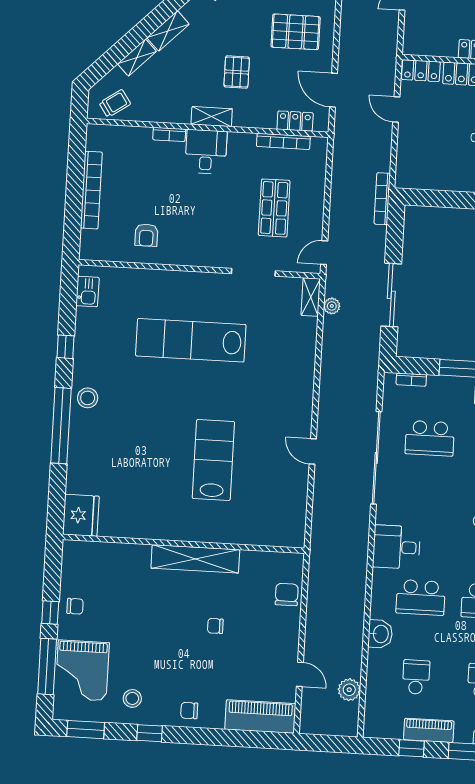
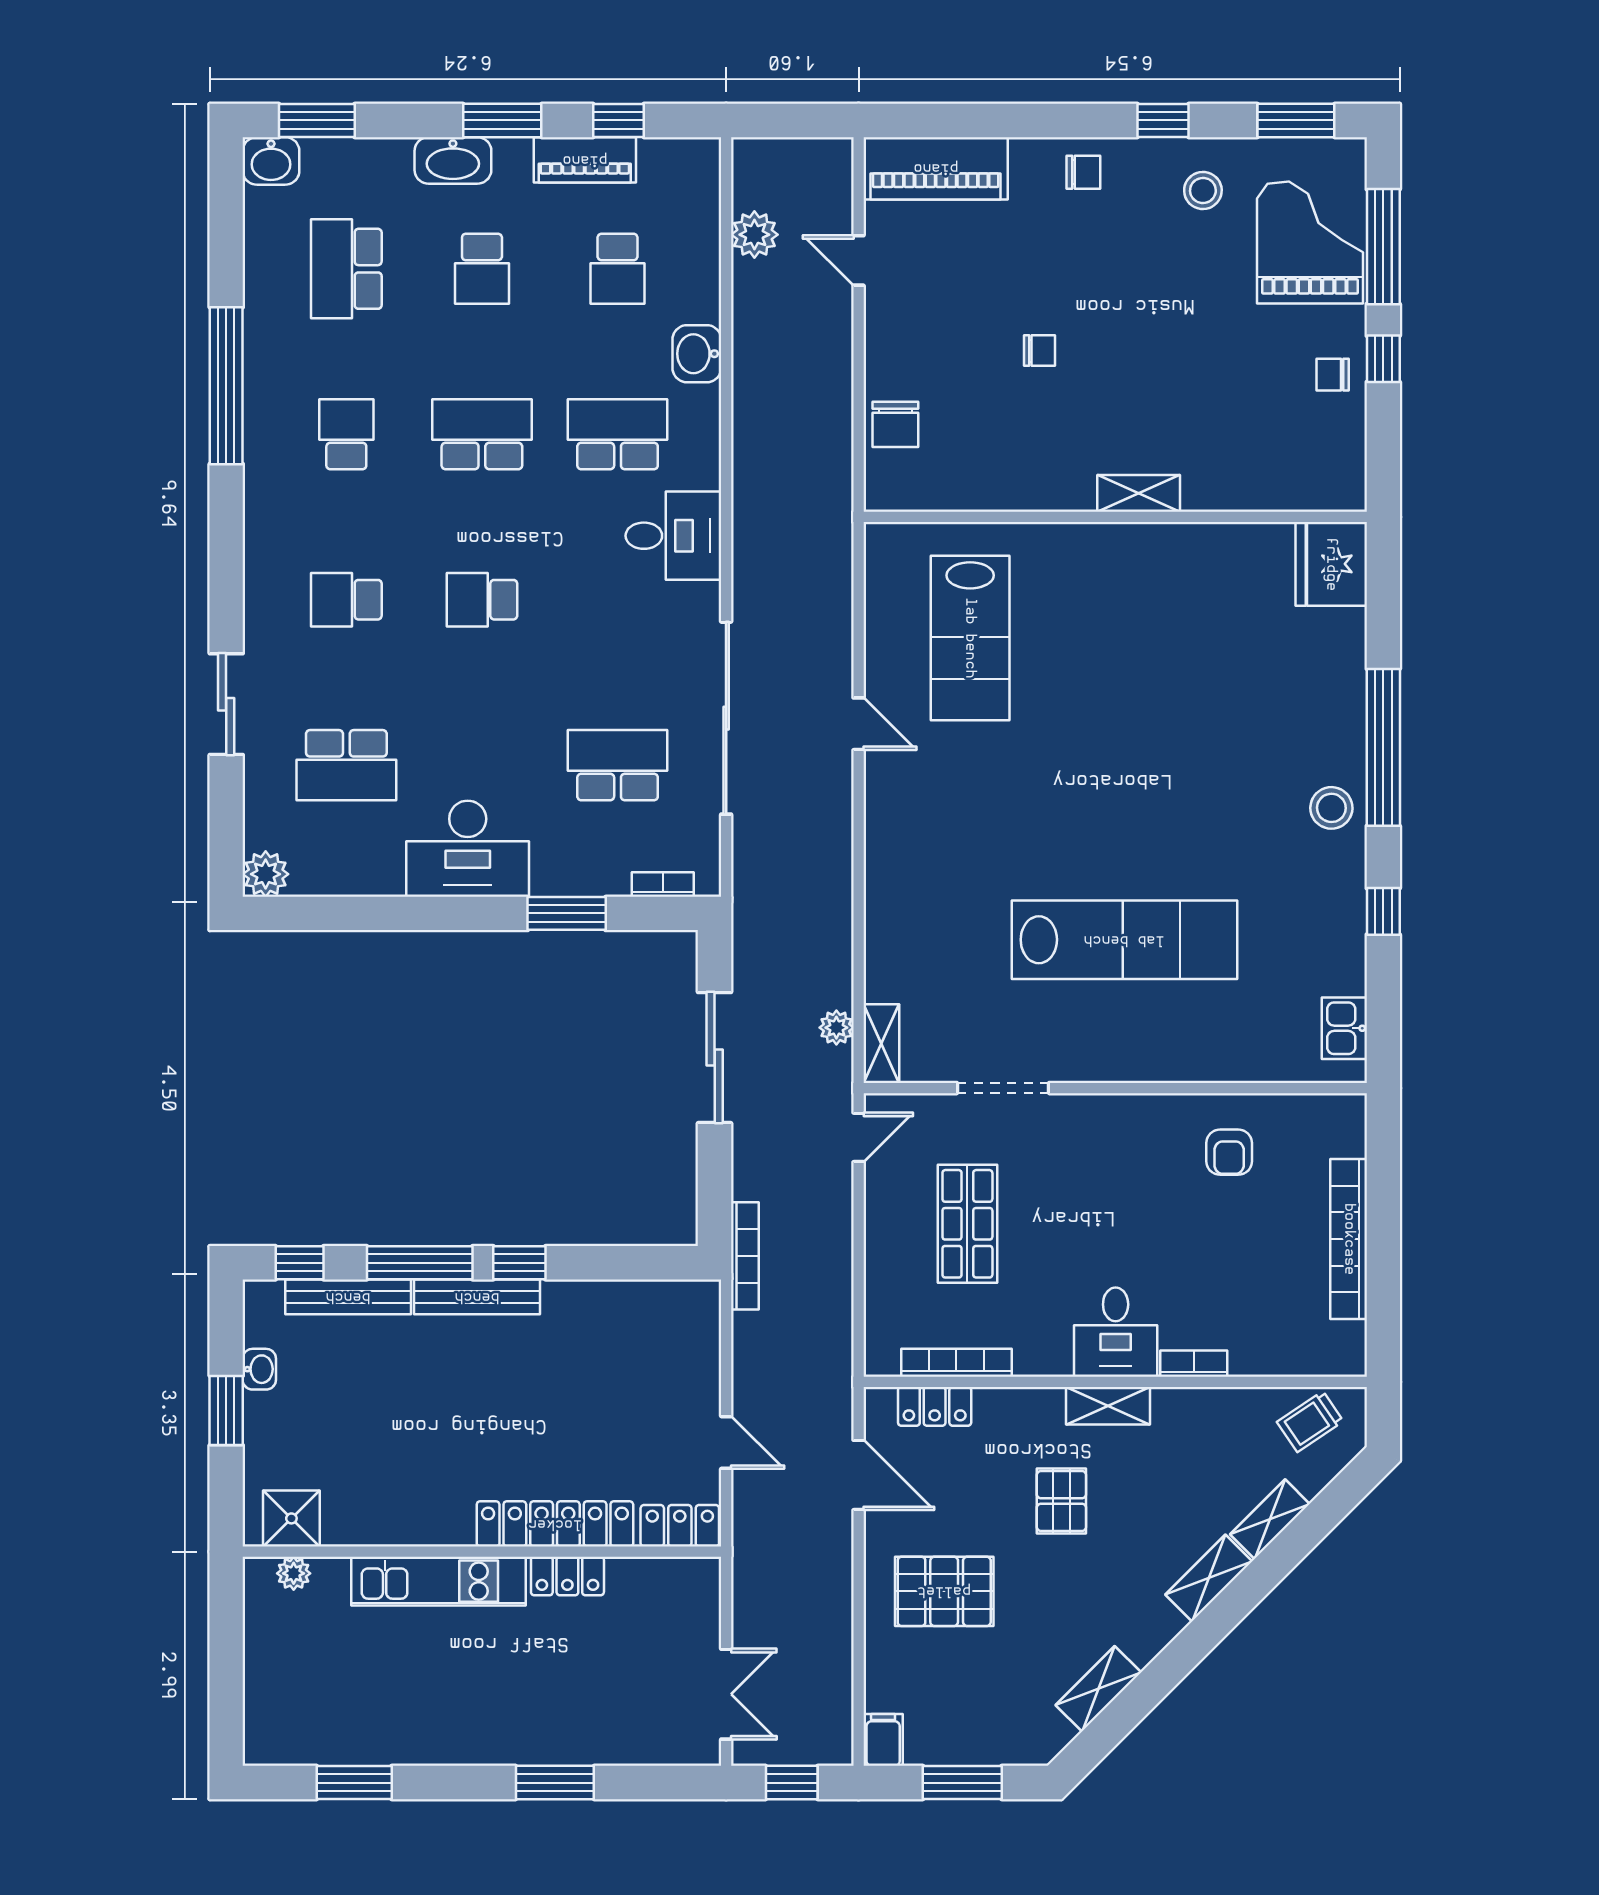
armchair: (146, 235) -> (1229, 1152), turned 180
lab bench: (213, 460) -> (970, 638), moved
shelving: (195, 559) -> (1139, 493), width x0.45, depth x0.75

